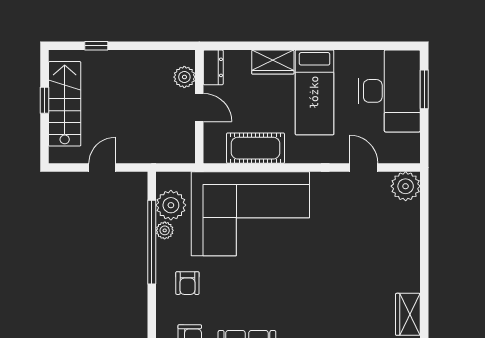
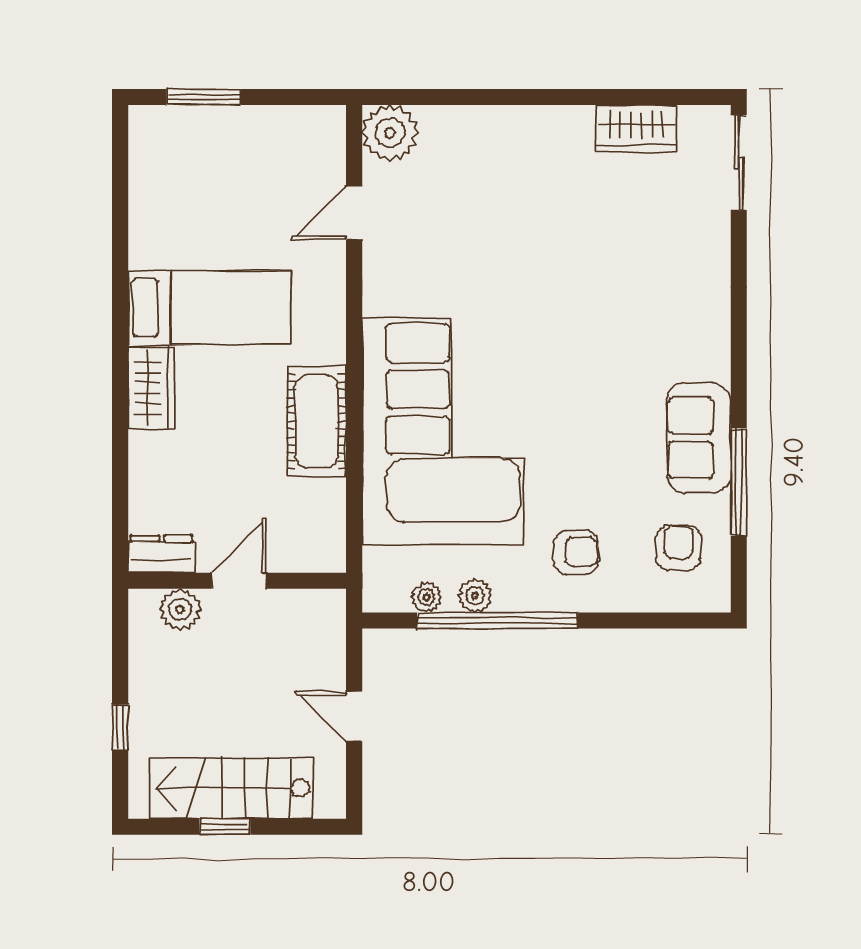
dresser: (213, 67) -> (162, 554), moved
plant: (184, 77) -> (180, 609), moved
desk: (389, 91) -> (207, 164), removed
wall: (199, 107) -> (237, 581), moved
door: (199, 108) -> (239, 581), moved
plant: (171, 205) -> (426, 597), width x0.53, depth x0.53

